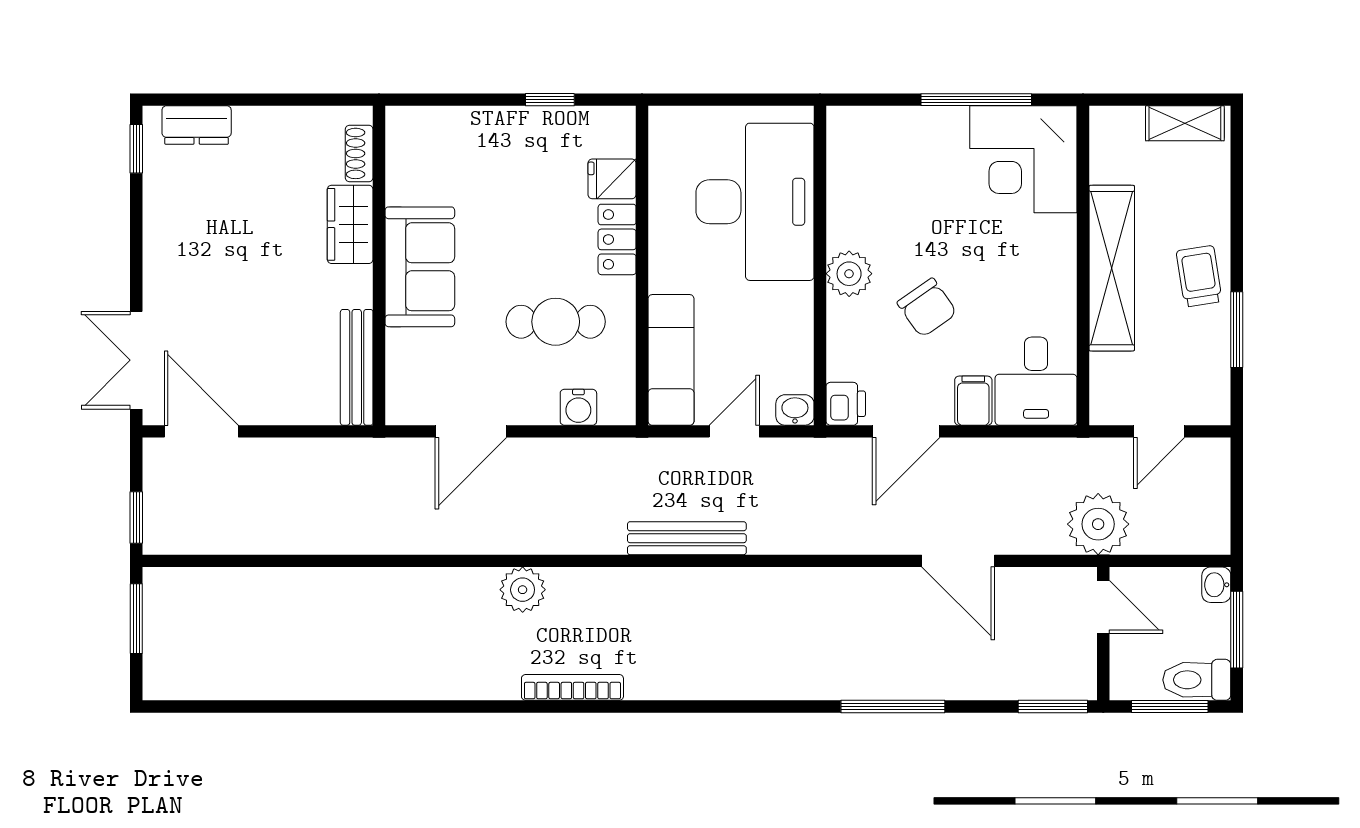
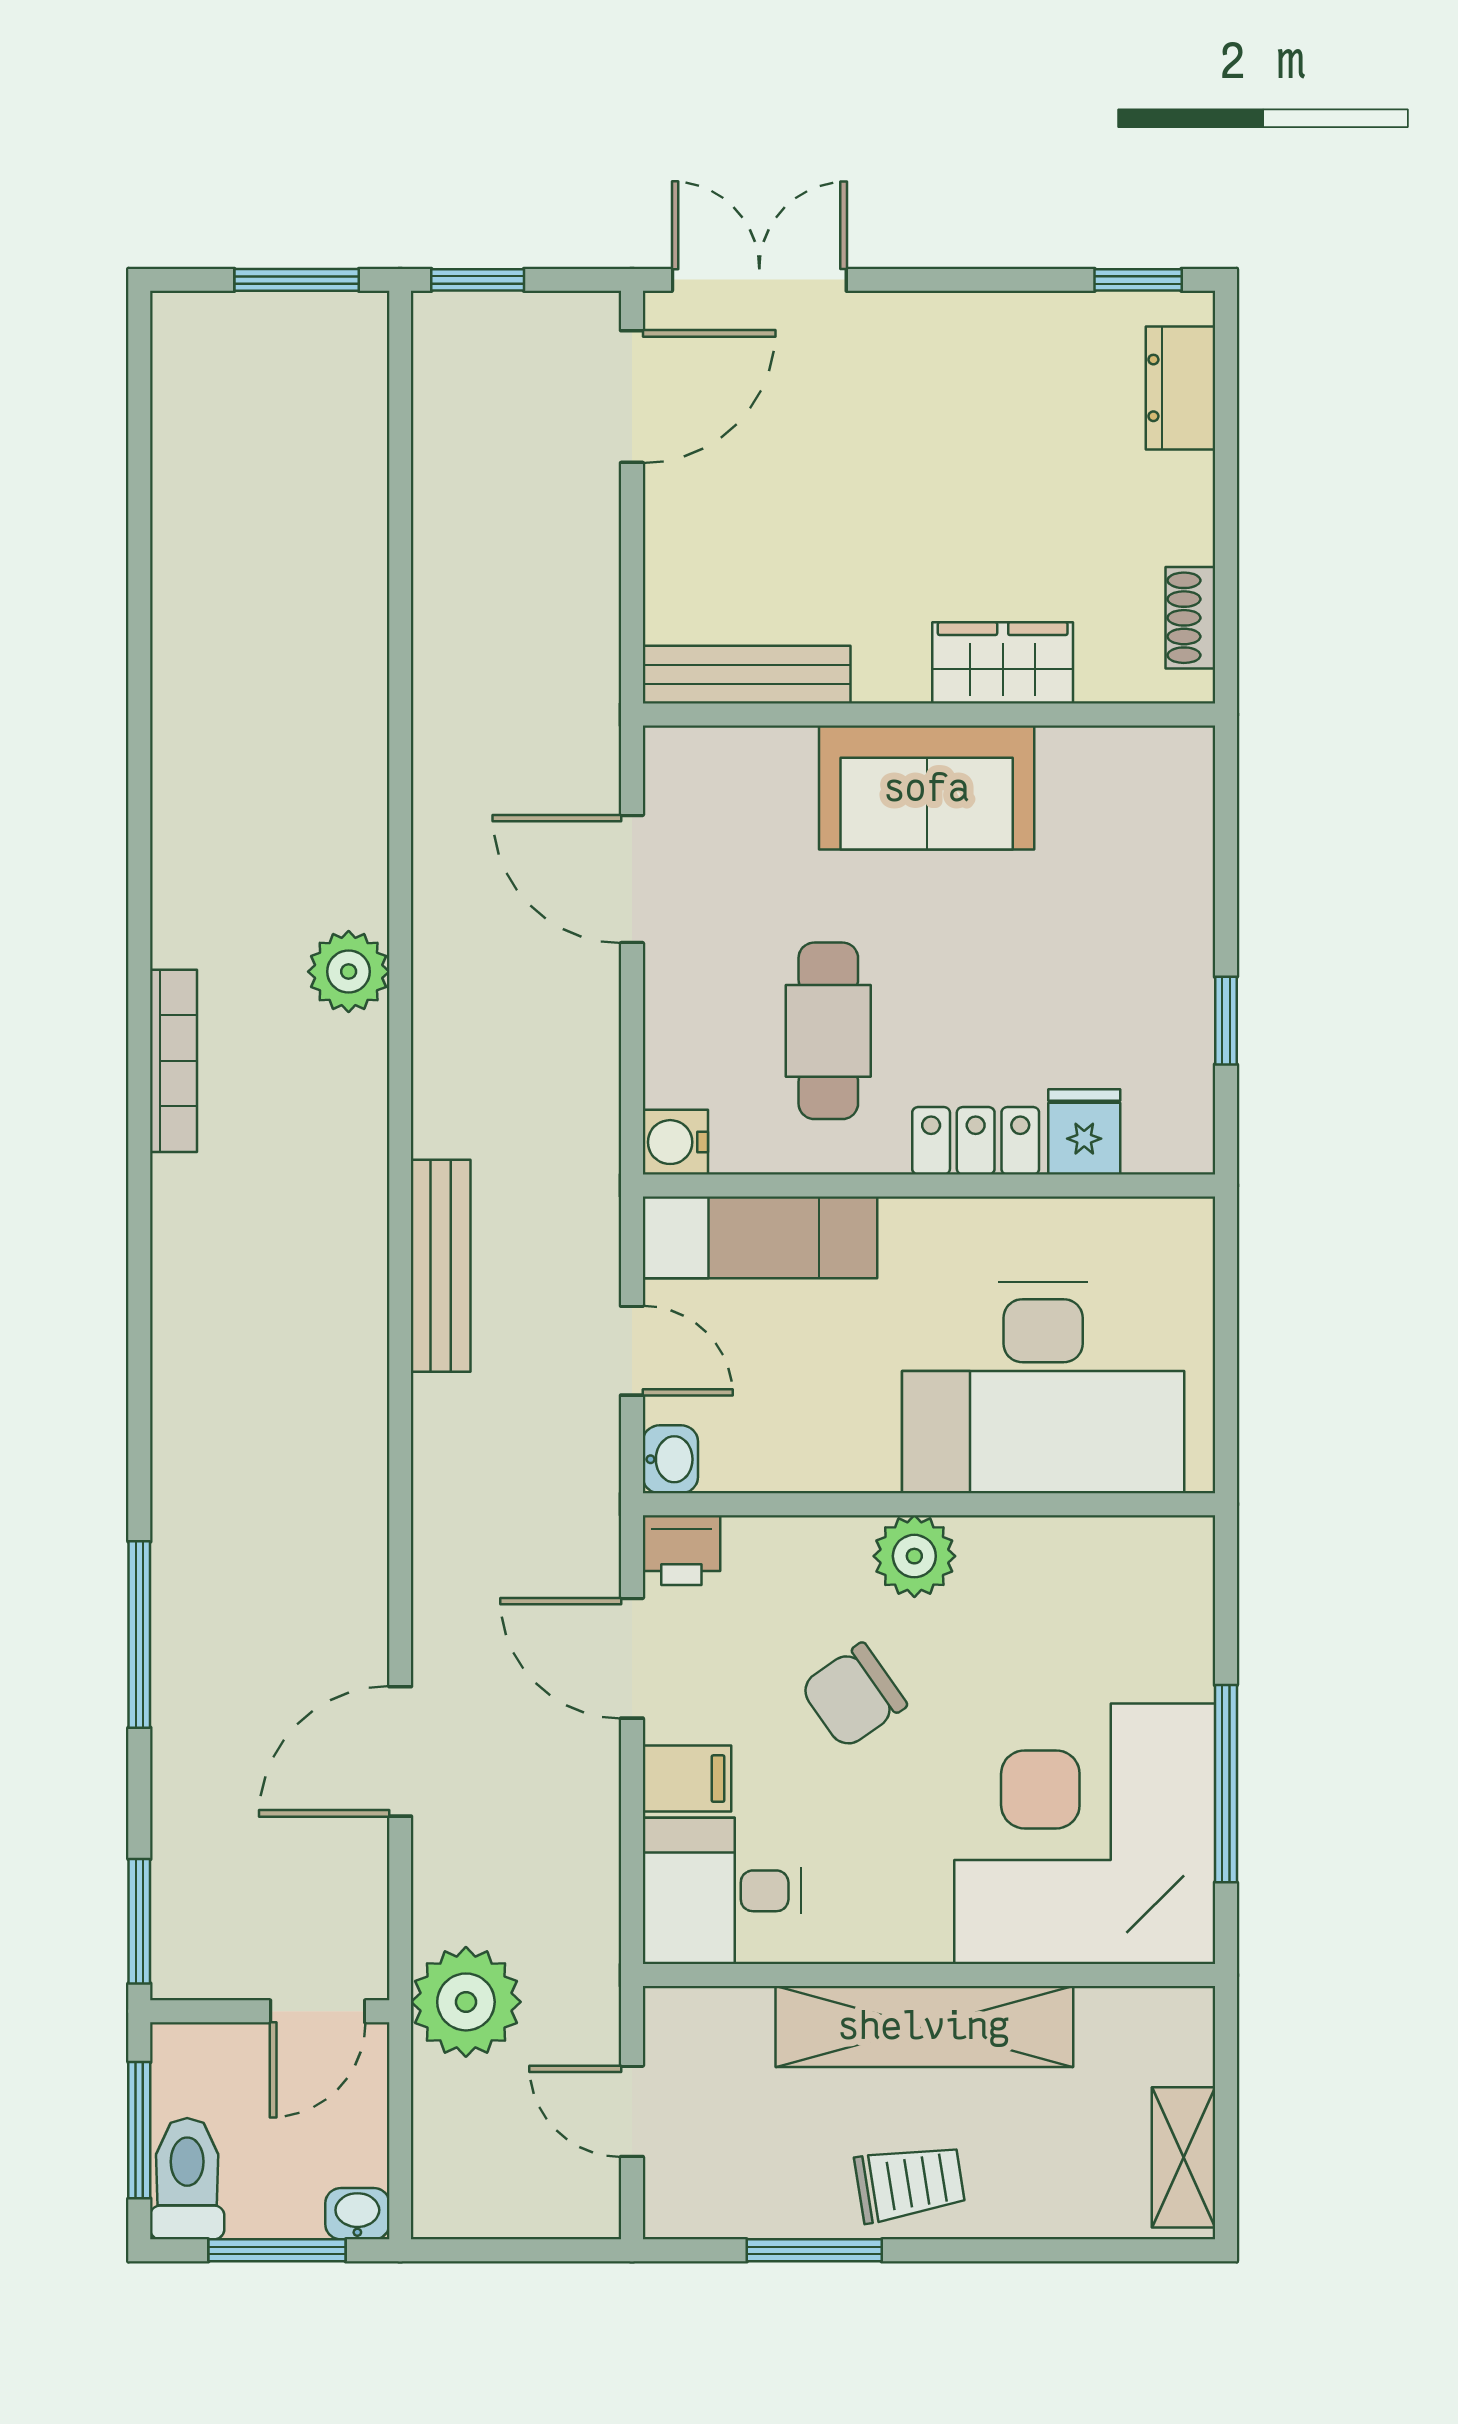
shoe rack: (359, 153) -> (1190, 618), moved, turned -90
corner desk: (1023, 159) -> (1085, 1834), width x1.36, depth x1.36
water cooler: (578, 407) -> (675, 1142), moved

